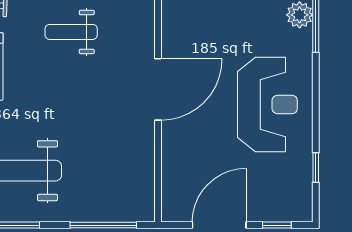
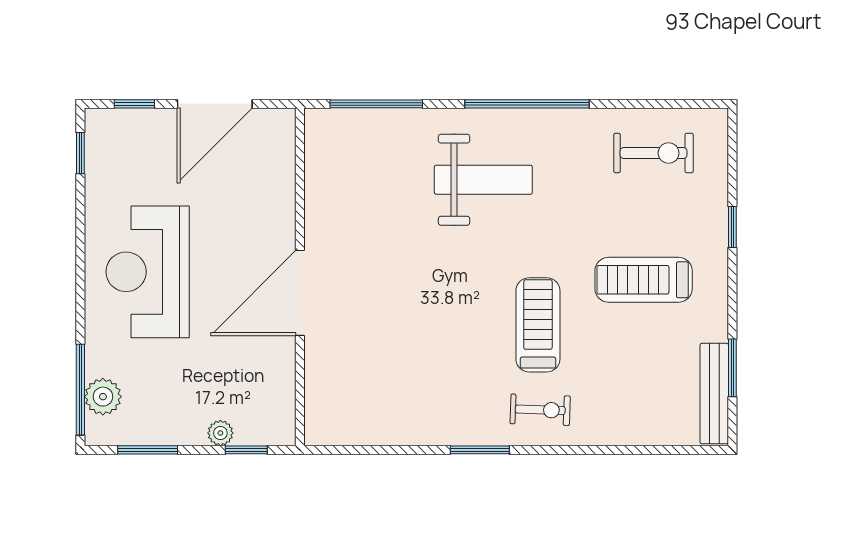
weight bench: (71, 32) -> (421, 373), removed
window: (316, 167) -> (80, 153), moved

